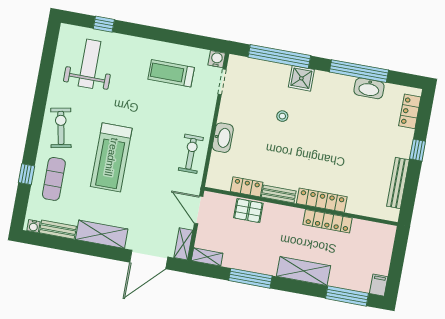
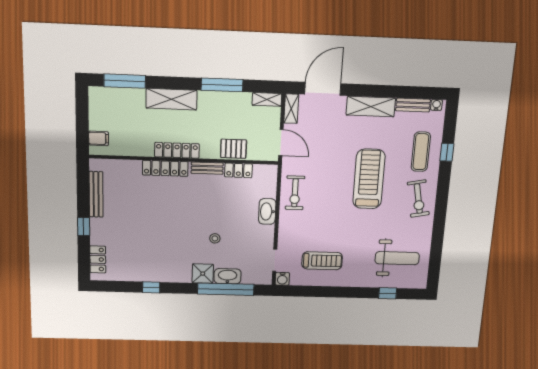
weight bench: (90, 64) -> (397, 258), turned -90
window: (359, 71) -> (151, 287), width x0.32
washbasin: (369, 88) -> (228, 276), moved
locker: (328, 221) -> (177, 150), moved
filing cabinet: (379, 285) -> (99, 138), moved, turned -90

